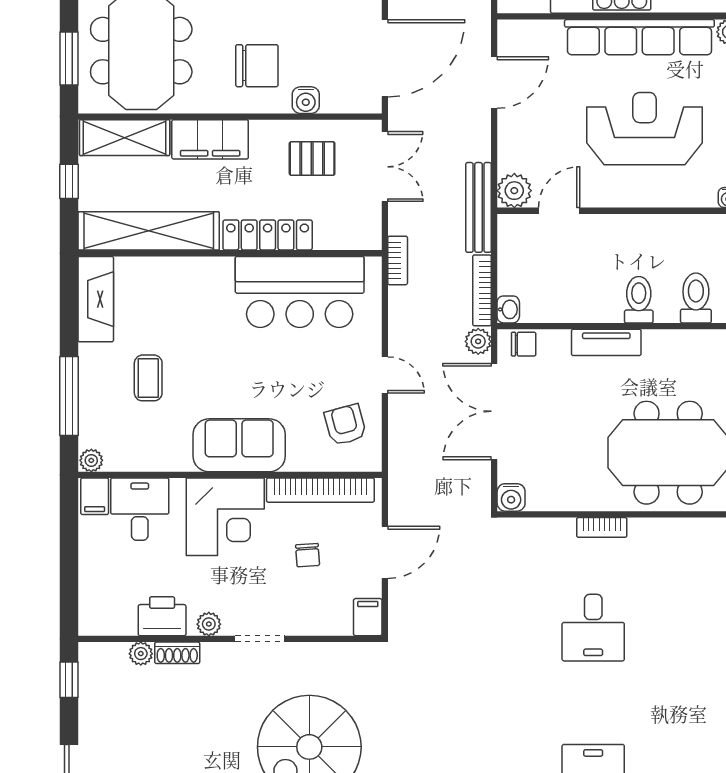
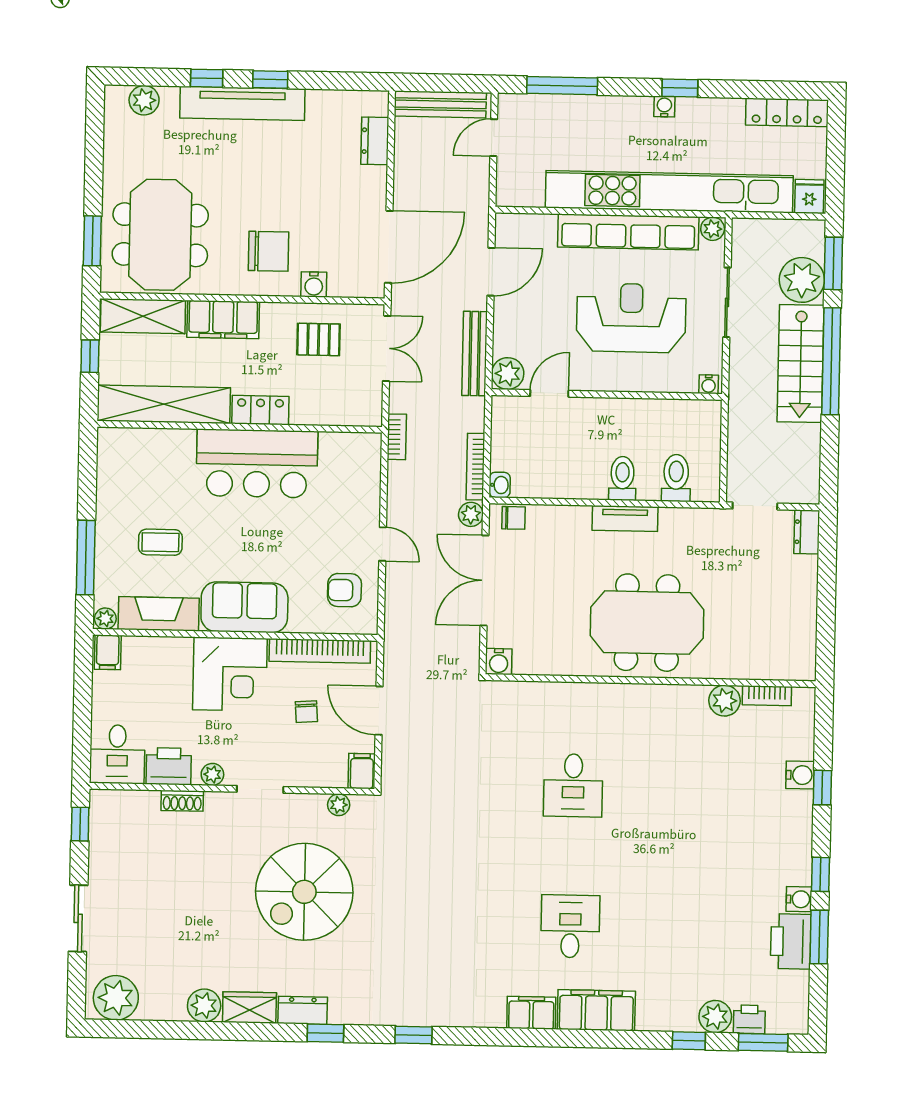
bench: (479, 207) -> (475, 354), moved
locker: (268, 235) -> (260, 410), width x0.66
bar counter: (300, 292) -> (257, 463), moved
fireplace: (96, 299) -> (159, 614), moved, turned -90
tv unit: (606, 342) -> (625, 519), moved
coffee table: (148, 378) -> (160, 542), turned 90
armchair: (345, 425) -> (344, 590), turned -75
desk: (140, 509) -> (117, 754), moved, turned 180
bookcase: (602, 527) -> (583, 691), removed
door: (385, 552) -> (379, 711), swing flipped
plant: (141, 654) -> (339, 805), moved

